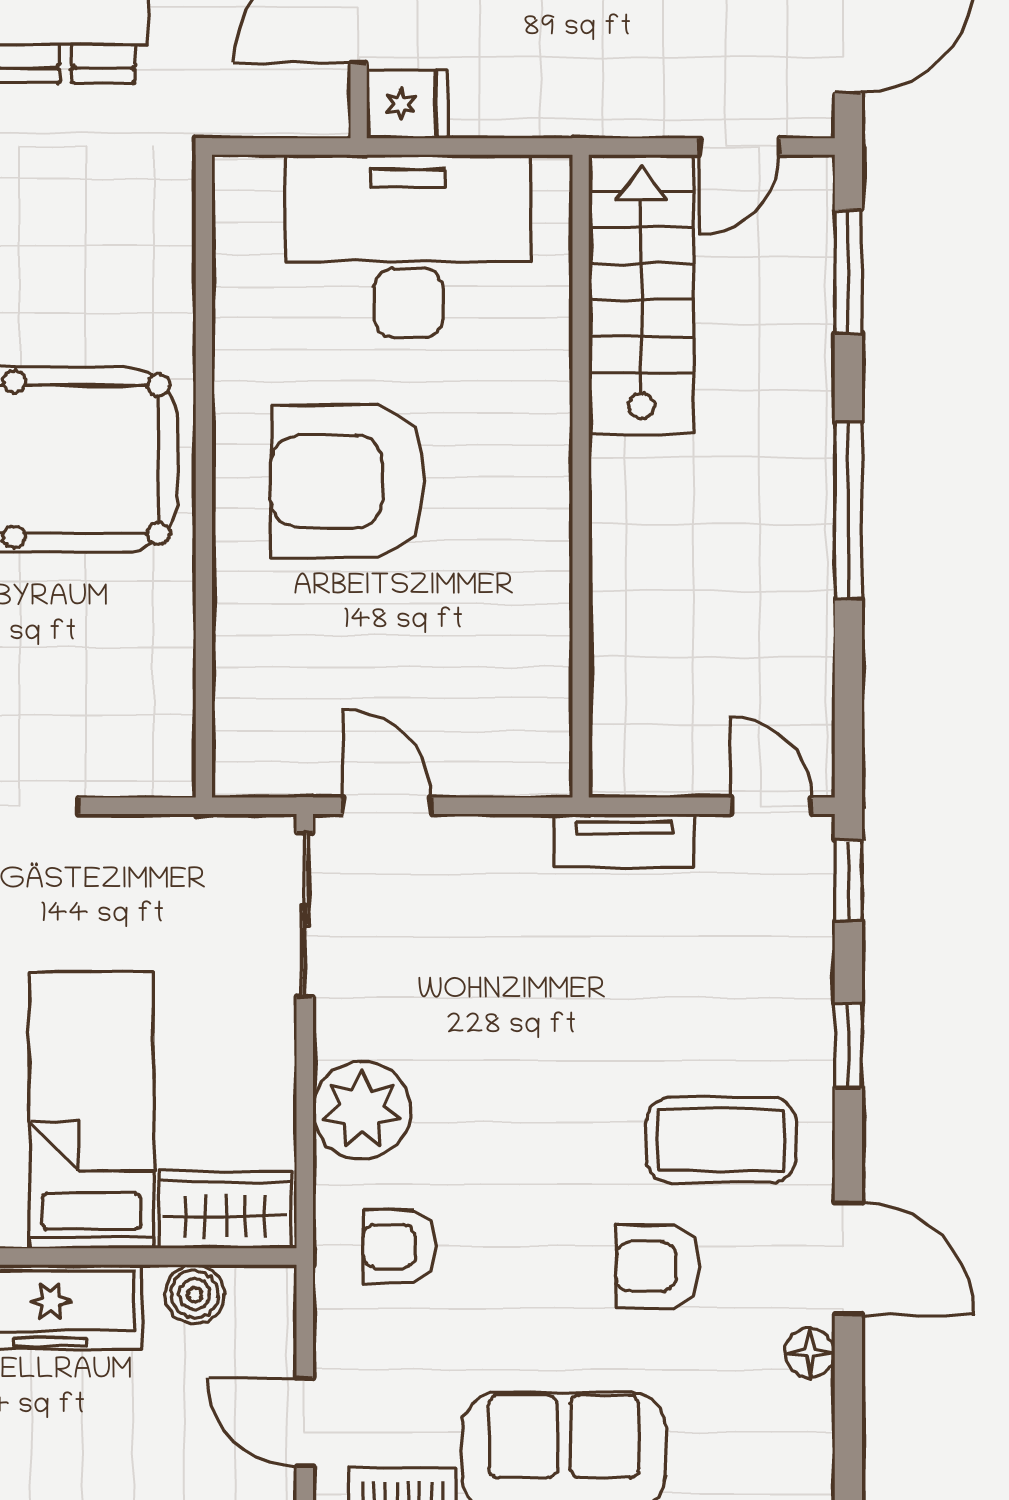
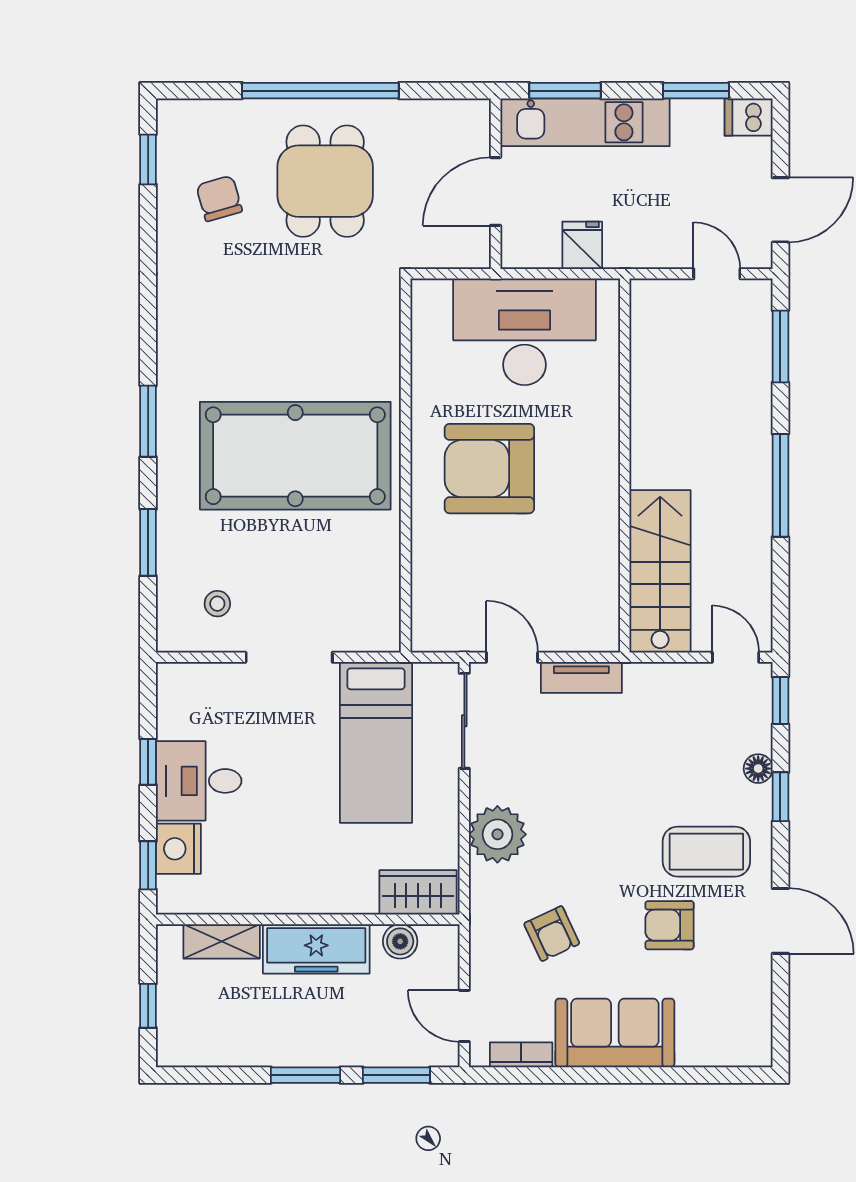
fridge: (408, 104) -> (582, 245), moved, turned -90
door: (739, 147) -> (717, 274), swing flipped
stairs: (641, 294) -> (660, 571), moved
tv unit: (624, 841) -> (581, 677), moved
bed: (91, 1110) -> (376, 742), moved, turned 180
armchair: (400, 1246) -> (552, 934), moved, turned -115
floor lamp: (810, 1353) -> (758, 769), moved

